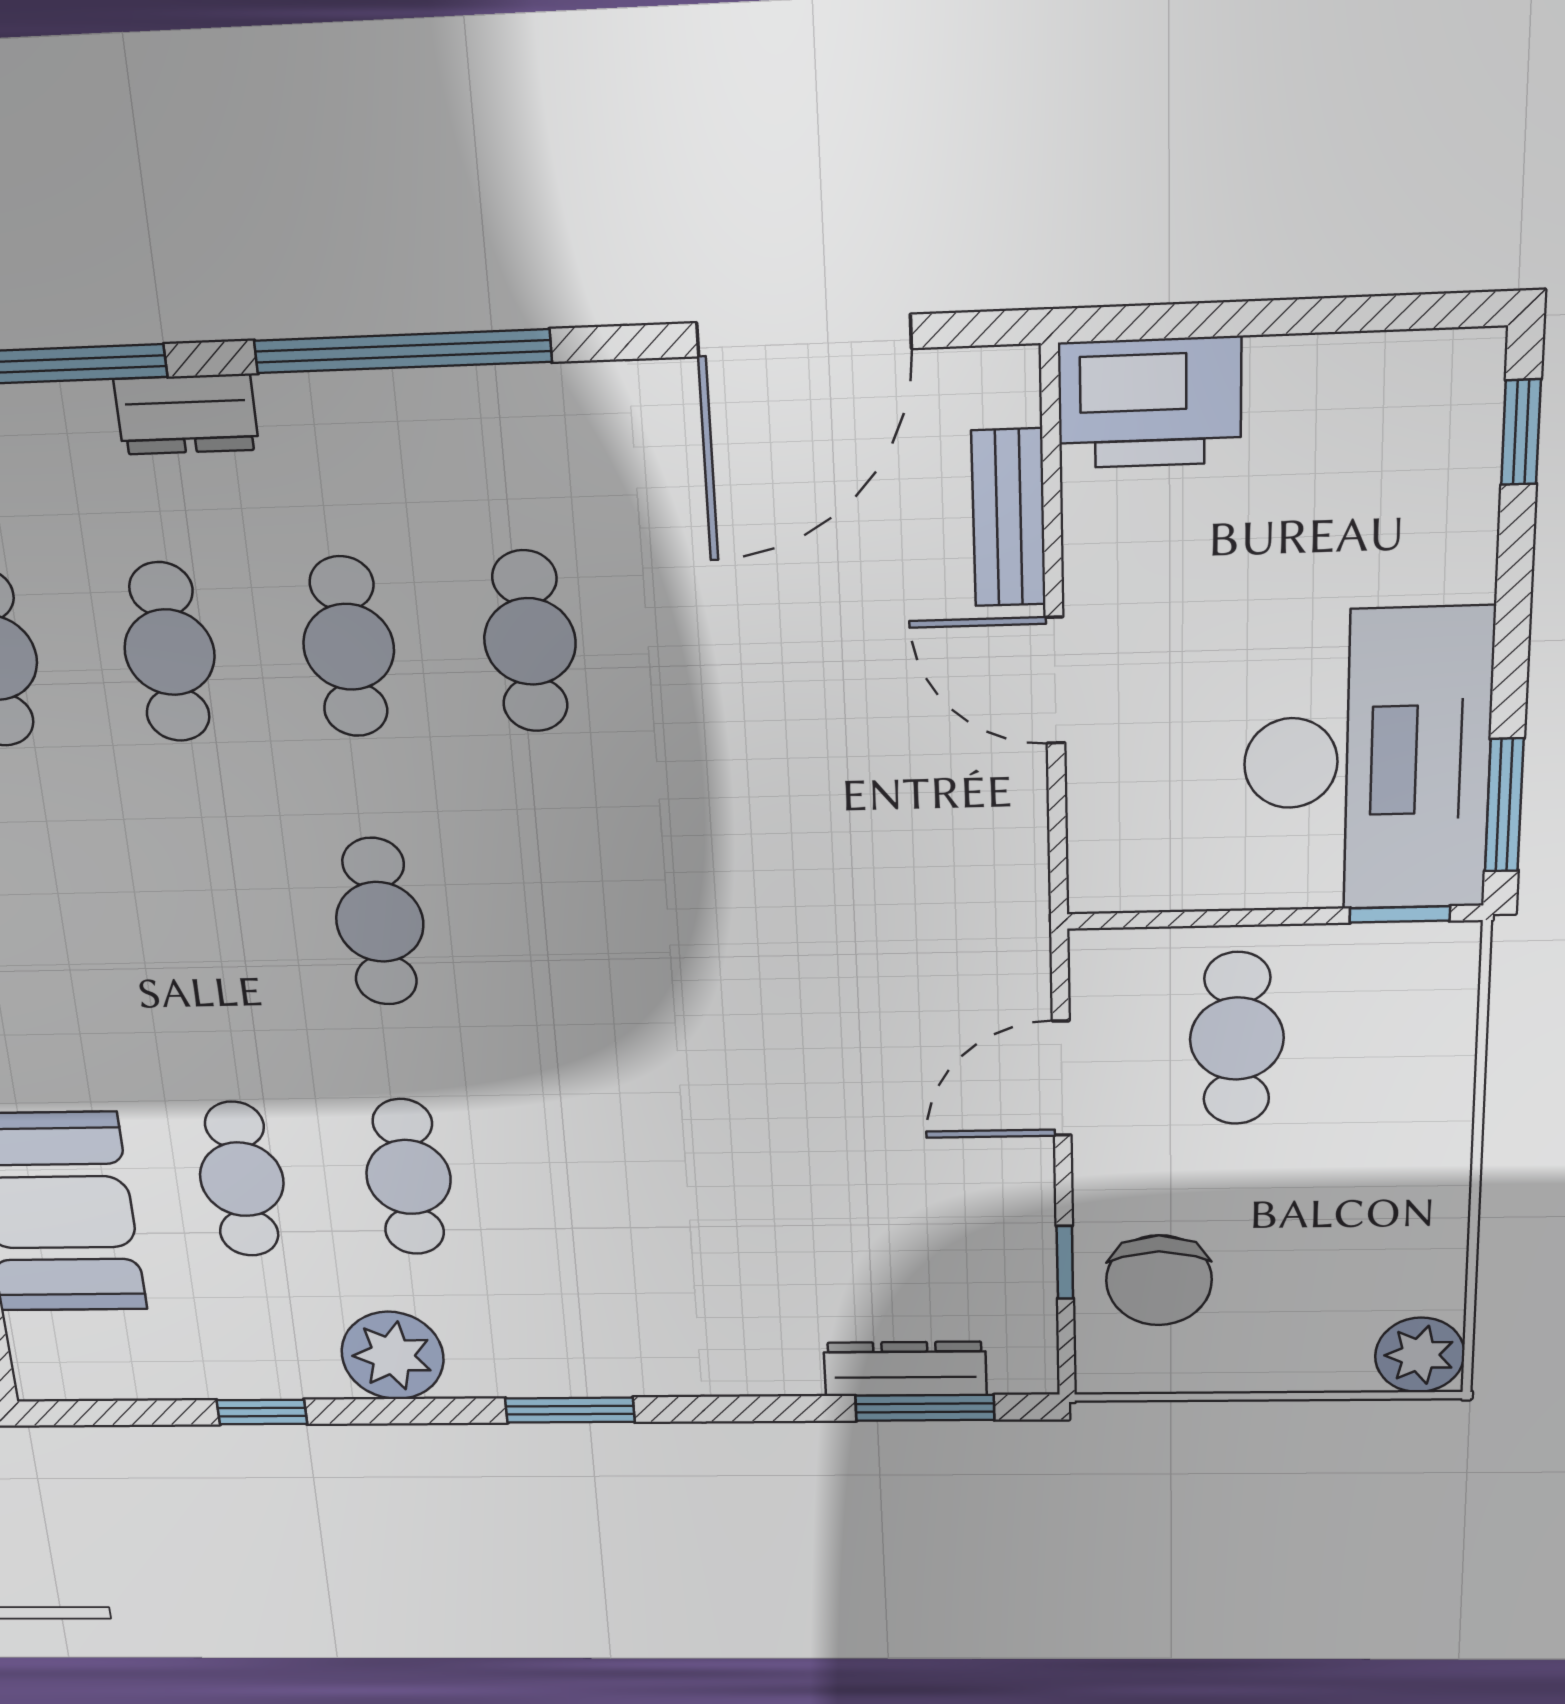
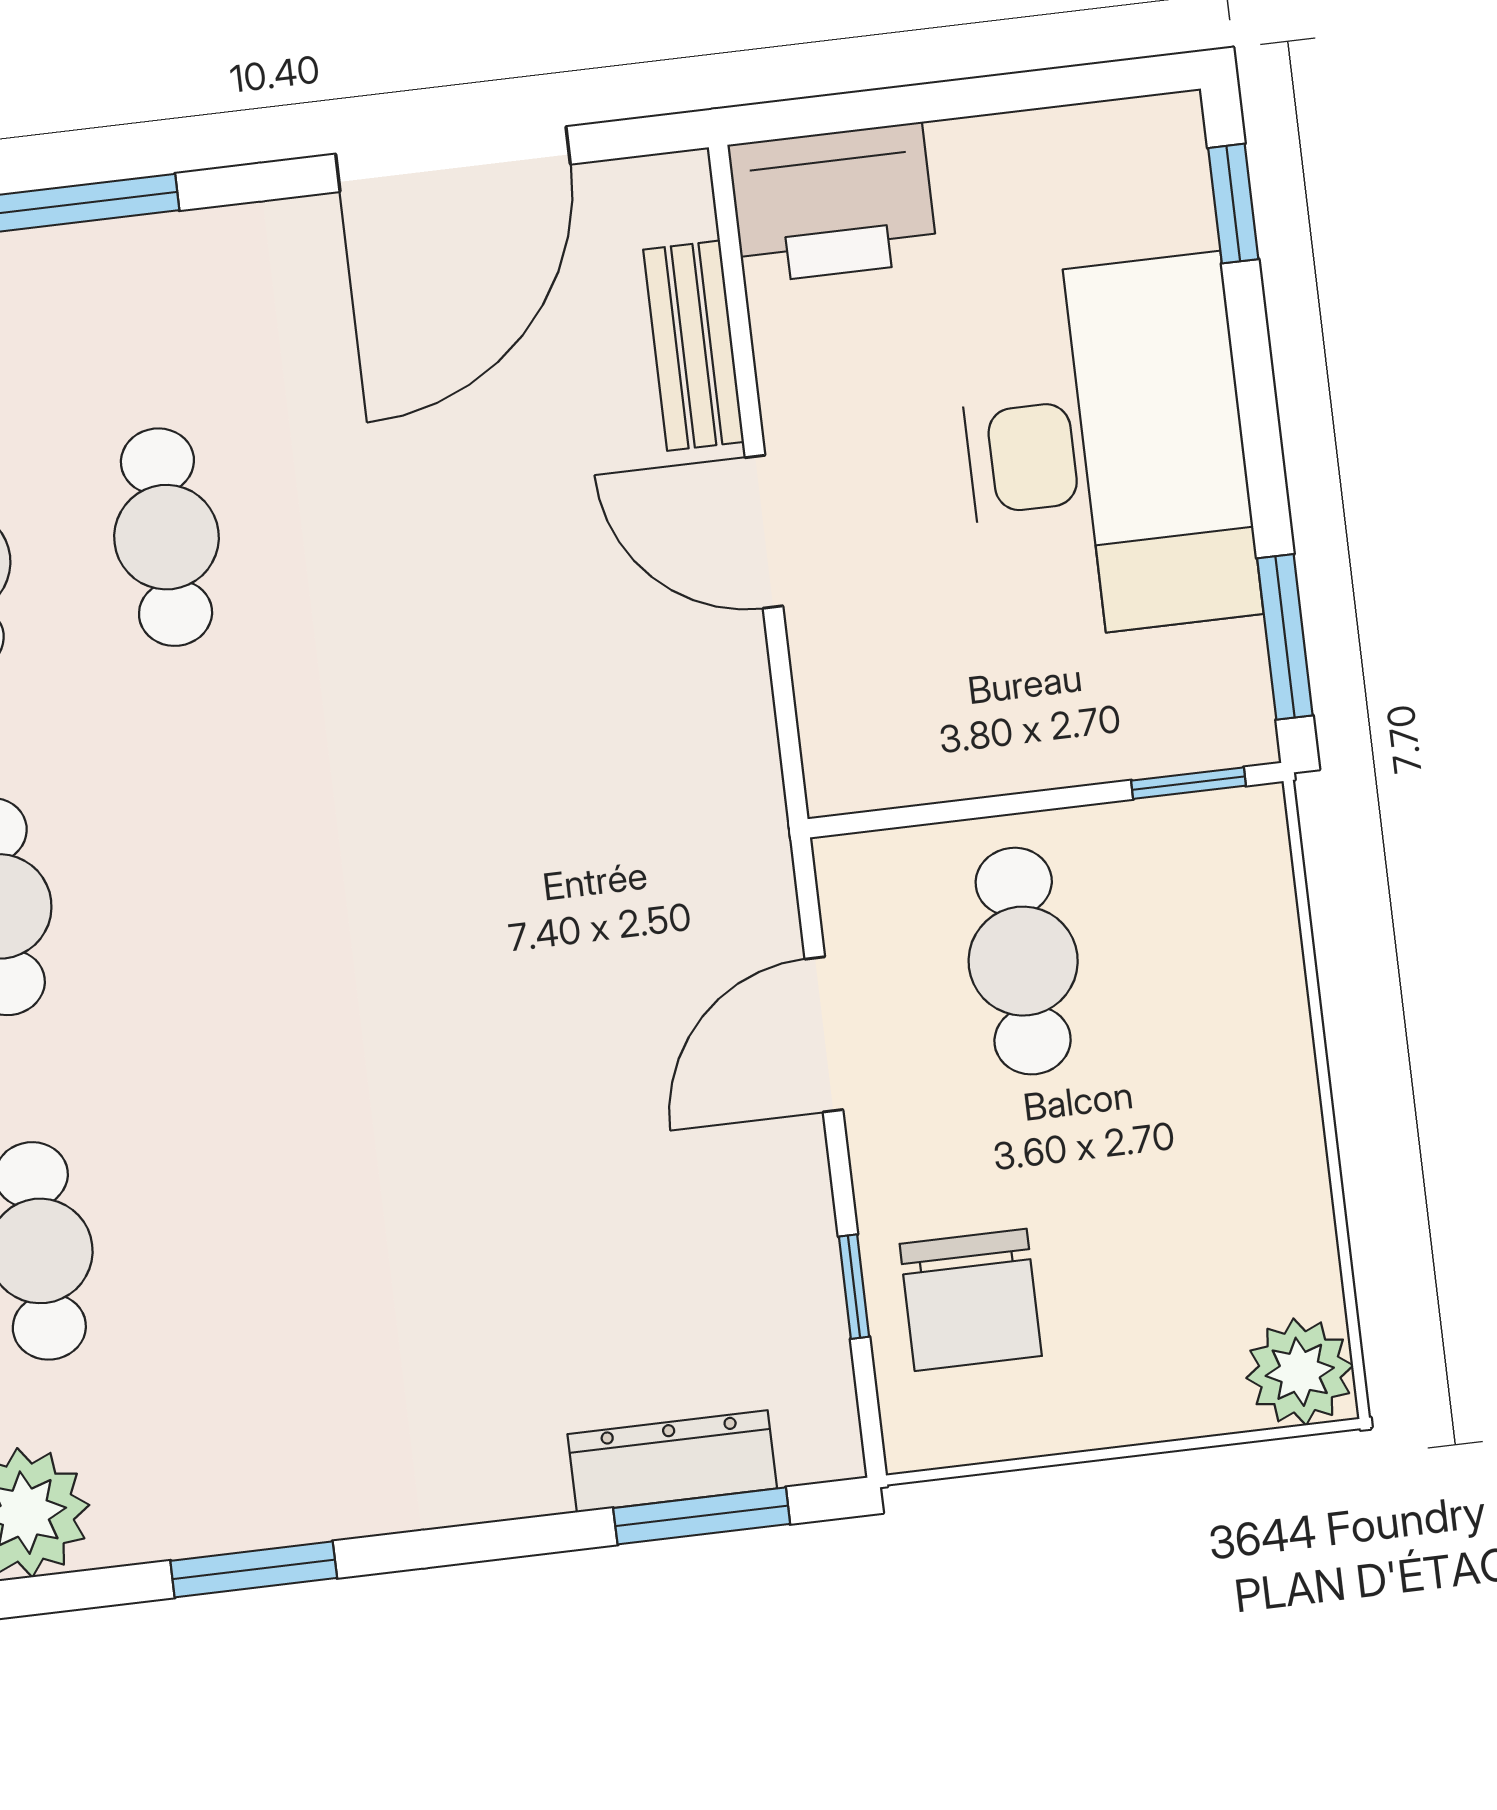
desk: (1367, 761) -> (1106, 448), moved

